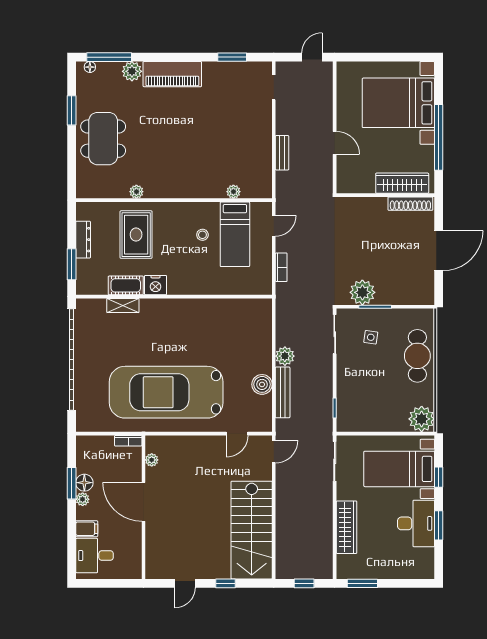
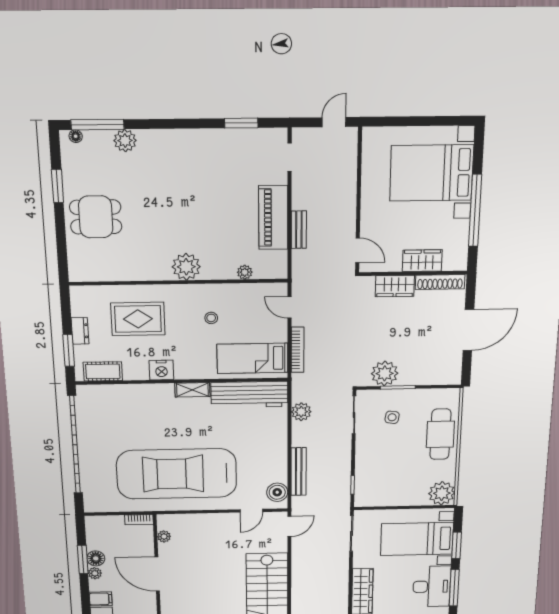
piano: (172, 74) -> (273, 218), moved, turned 90
dining table: (103, 139) -> (96, 217), width x0.73
door: (335, 143) -> (357, 250), moved
wardrobe: (402, 183) -> (422, 261), width x0.67
plant: (136, 192) -> (186, 267), moved, width x1.87, depth x1.87
wardrobe: (369, 207) -> (395, 286), added
door: (274, 226) -> (289, 307), swing flipped
bed: (235, 234) -> (252, 358), moved, turned 90
rug: (136, 235) -> (138, 319), turned 90
dresser: (83, 240) -> (80, 331), width x0.70
bookcase: (281, 267) -> (298, 350), width x1.56
cot: (126, 285) -> (103, 371), moved
shelving: (123, 305) -> (192, 390), moved
workbench: (236, 311) -> (249, 395), added
plant: (285, 356) -> (301, 412), moved
boiler: (262, 384) -> (277, 492), moved
window: (439, 477) -> (457, 545), width x1.50
window: (439, 525) -> (454, 588), width x1.44

